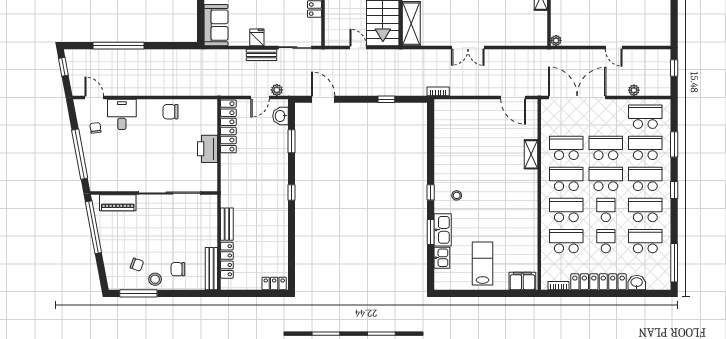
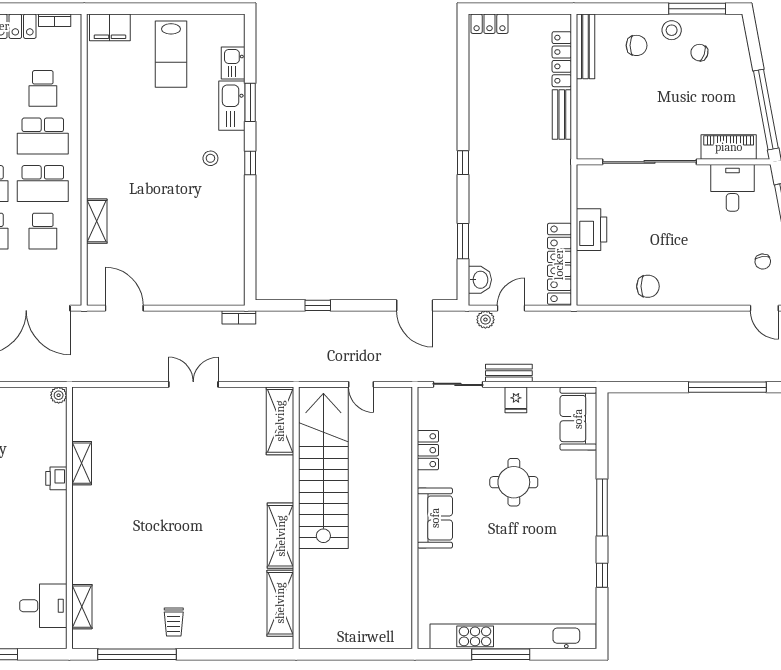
desk: (122, 114) -> (733, 188), moved, turned 180
school desk: (566, 148) -> (43, 231), width x0.54
school desk: (566, 241) -> (43, 88), width x0.54

